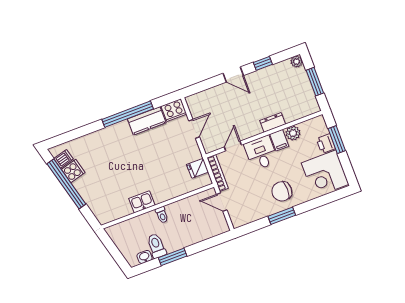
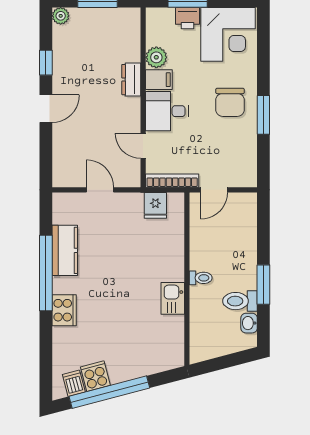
cooker: (174, 110) -> (64, 310), moved

